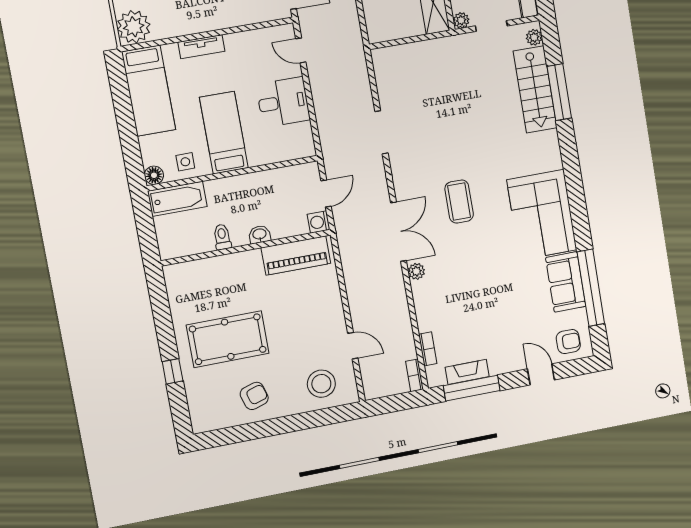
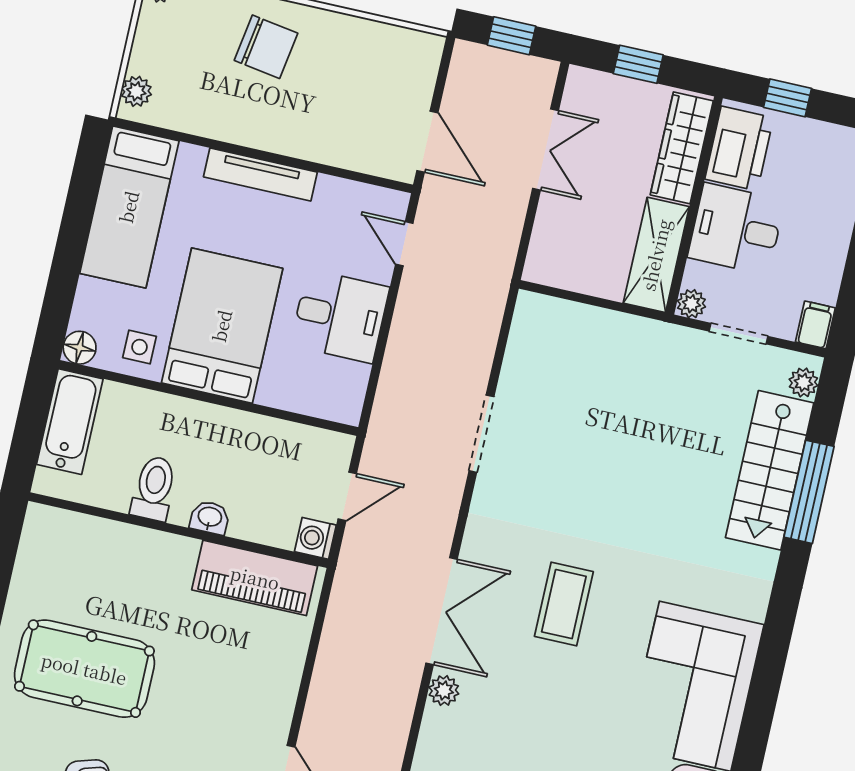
plant: (134, 27) -> (136, 91), width x0.53, depth x0.53
tv unit: (201, 47) -> (260, 174), width x1.41
bed: (224, 133) -> (222, 326), width x1.50
bathtub: (177, 199) -> (70, 422), moved, turned -90
toilet: (222, 237) -> (154, 488), width x1.37, depth x1.39

